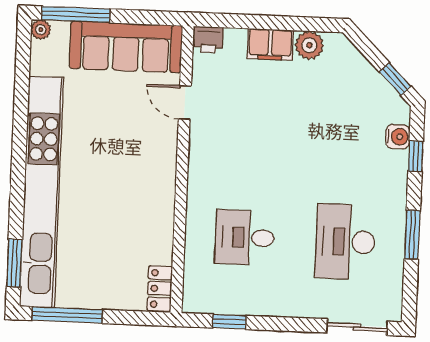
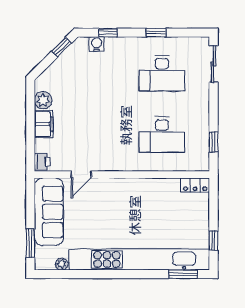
window: (76, 14) -> (30, 243), width x0.69
plant: (41, 30) -> (62, 264), moved
window: (412, 235) -> (156, 33), width x0.67
desk: (245, 237) -> (162, 135), width x1.37
window: (67, 315) -> (214, 241), width x0.46

